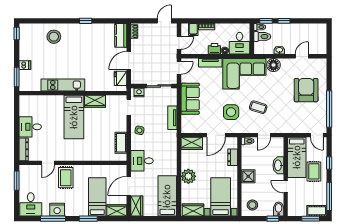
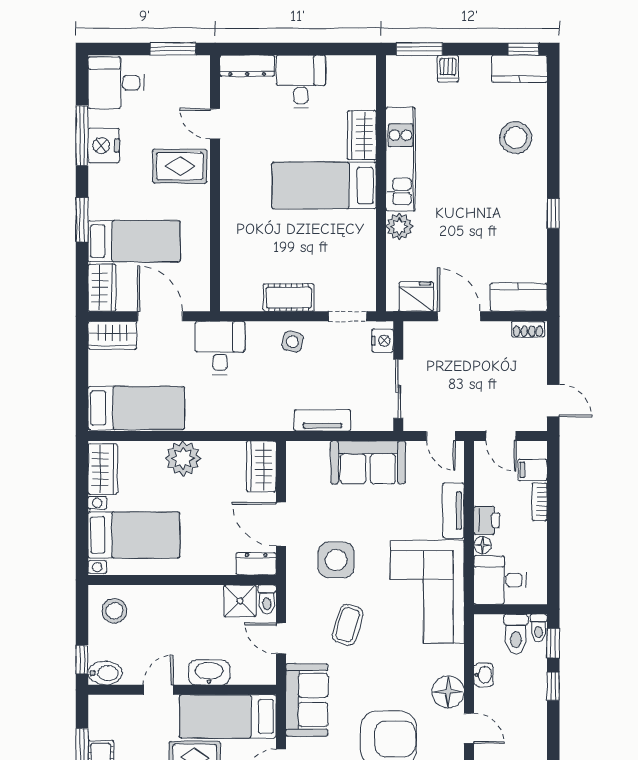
kitchen counter: (25, 35) -> (519, 69), added
floor lamp: (273, 65) -> (448, 692), moved
plant: (91, 85) -> (399, 227), added
wardrobe: (95, 101) -> (362, 135), moved
sofa: (290, 124) -> (307, 700), added
cot: (121, 143) -> (289, 298), moved
dresser: (233, 157) -> (256, 564), moved
shower: (248, 176) -> (240, 601), moved

